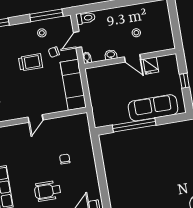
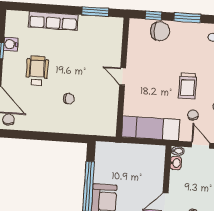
washbasin: (111, 55) -> (176, 163), moved

